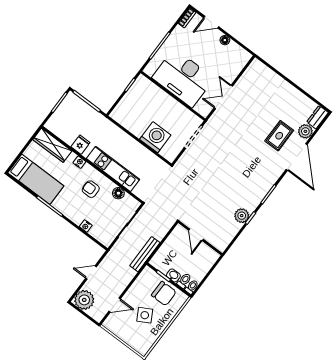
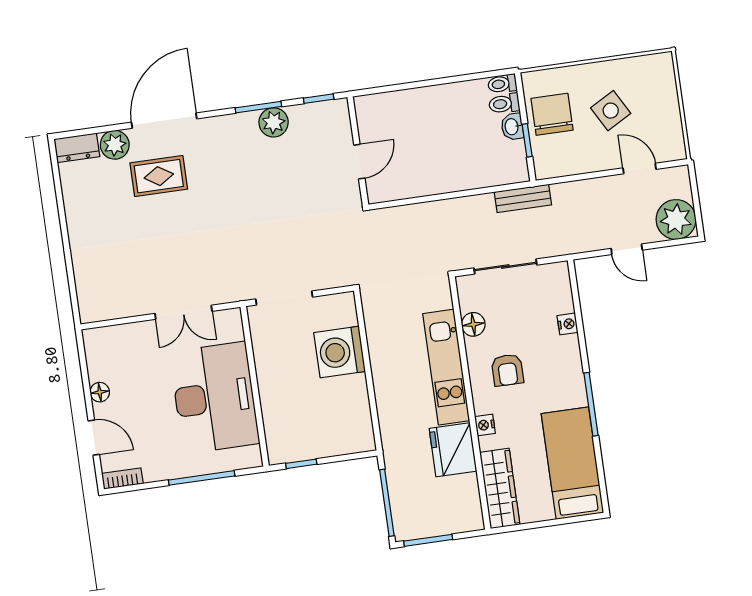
fridge: (80, 145) -> (453, 450), width x1.88, depth x1.34
plant: (242, 216) -> (274, 122), moved
door: (196, 235) -> (359, 162), moved
wall: (200, 238) -> (358, 151), moved
bench: (145, 254) -> (523, 198), width x0.73

